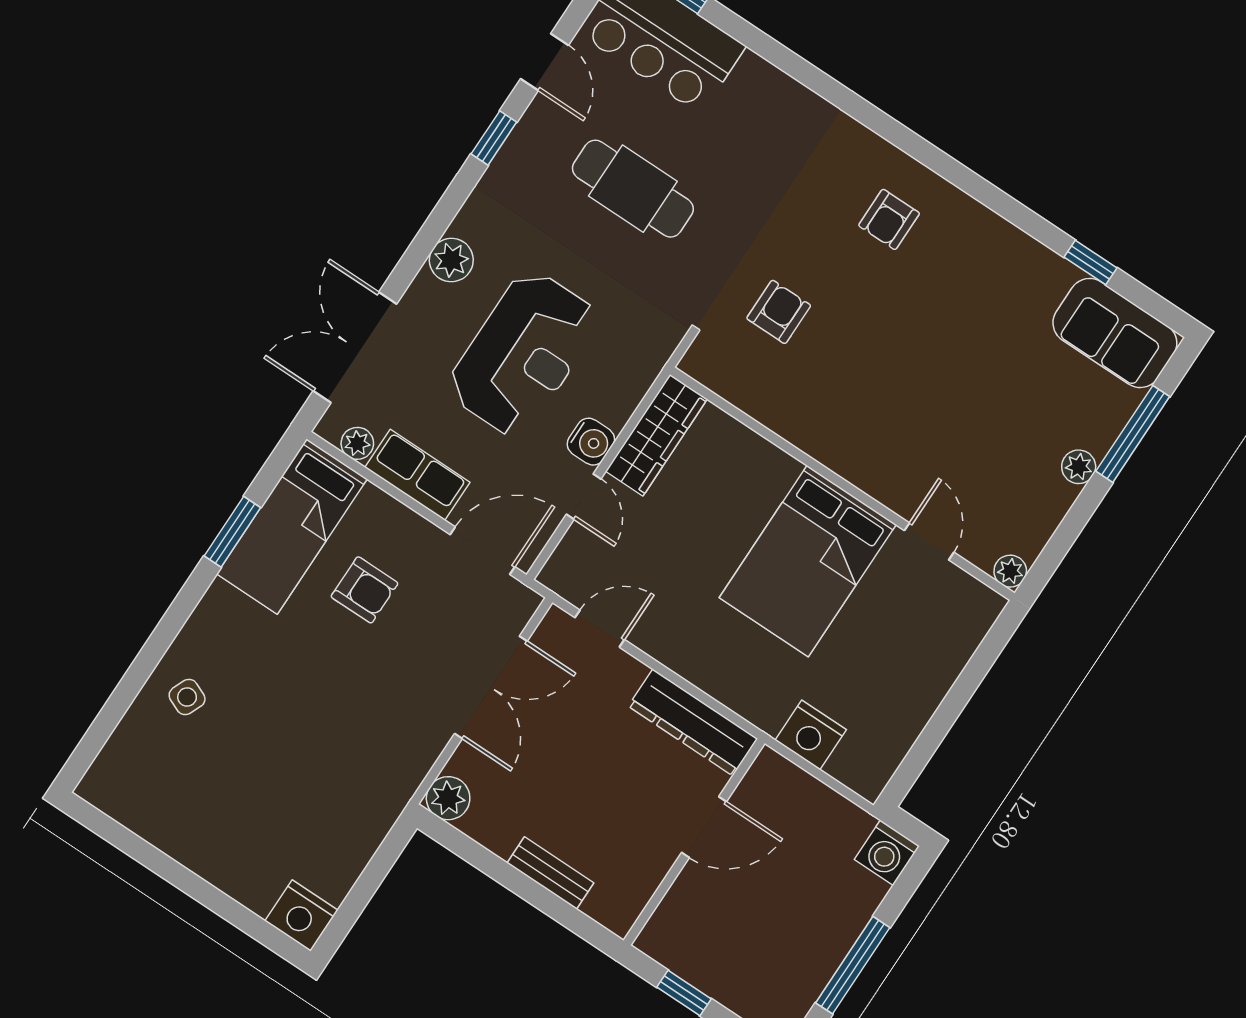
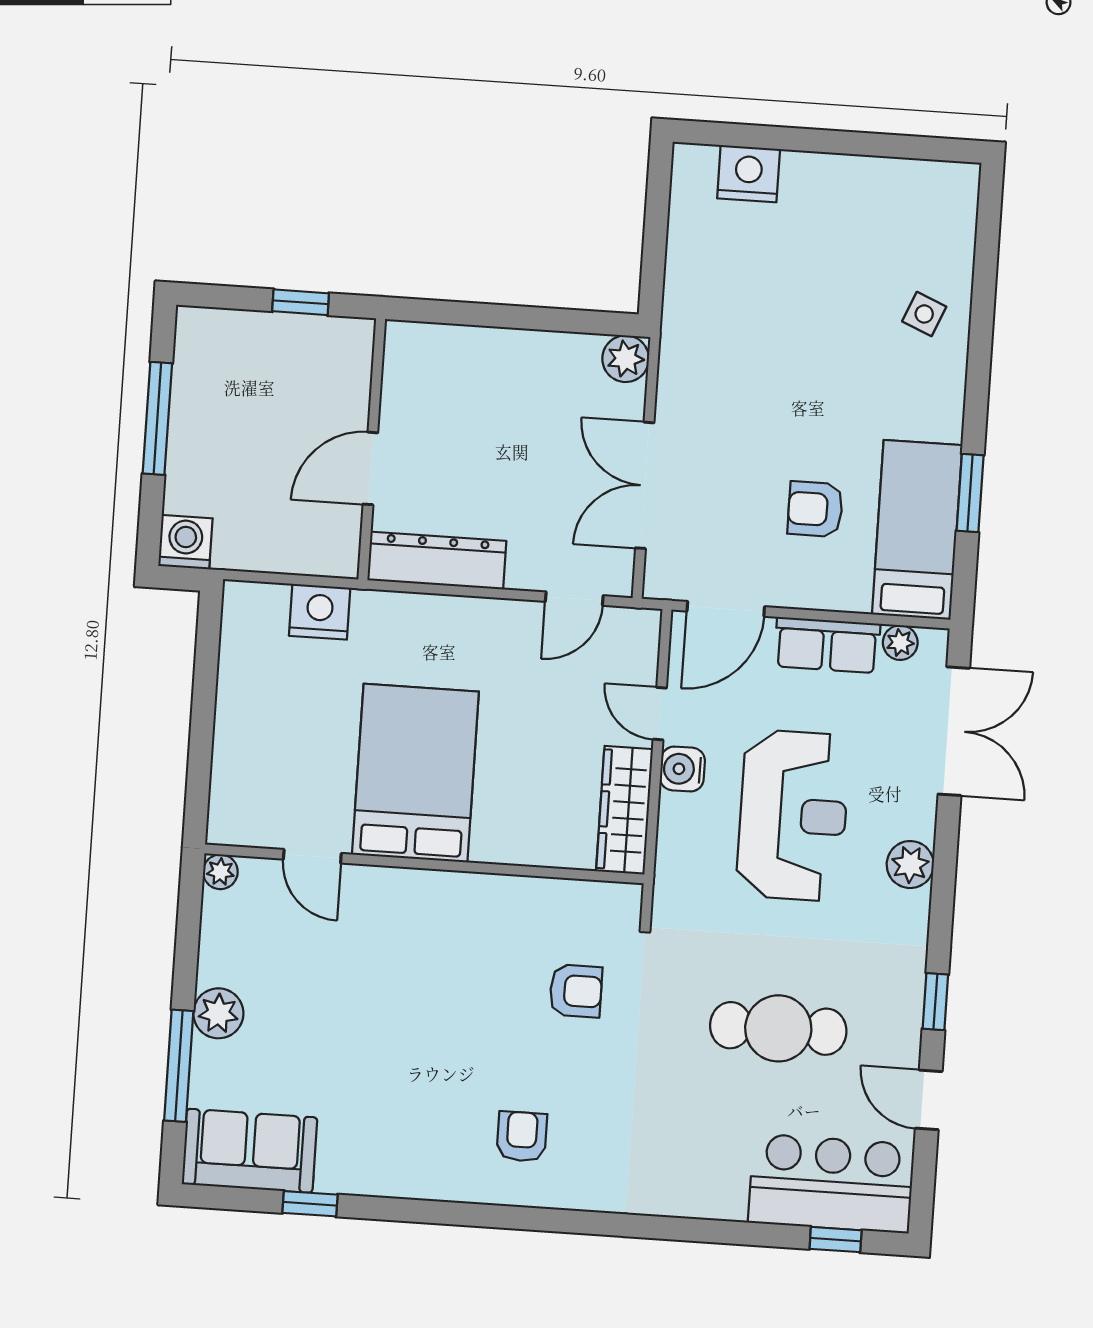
armchair: (779, 312) -> (576, 991), turned -90
reception desk: (523, 353) -> (793, 815), turned 180
plant: (1079, 467) -> (218, 1013), width x1.38, depth x1.38
bench: (550, 873) -> (490, 343), removed
nightstand: (301, 915) -> (749, 174), moved

